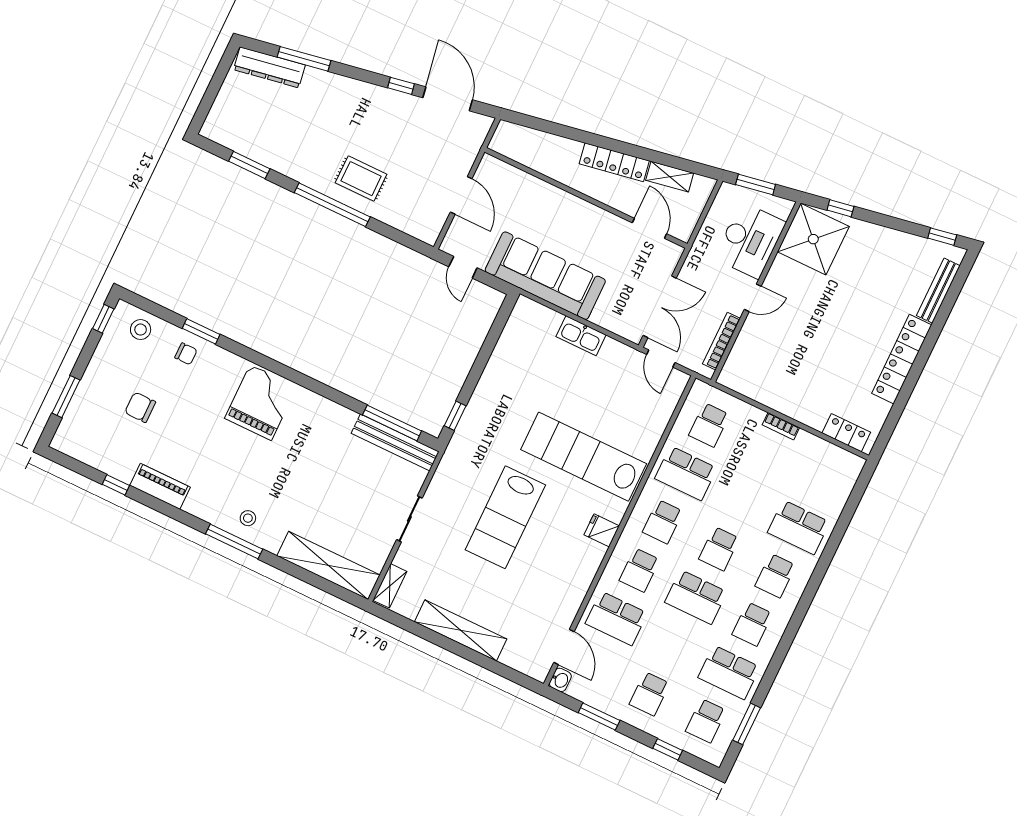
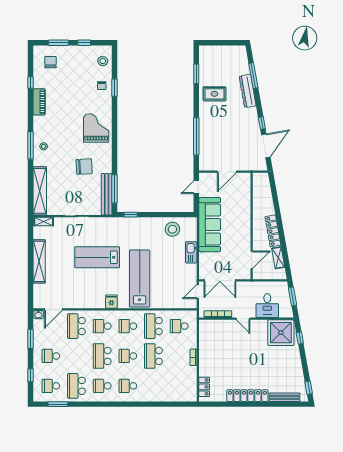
dresser: (269, 67) -> (248, 91), moved
rug: (361, 179) -> (214, 94), moved, turned 90
window: (332, 205) -> (196, 136), moved
desk: (750, 240) -> (267, 306), width x0.73
window: (103, 319) -> (84, 43), moved
stool: (520, 350) -> (172, 229), added
grand piano: (261, 402) -> (96, 128), turned -90
chair: (140, 407) -> (50, 62), moved
chair: (323, 460) -> (84, 167), added
school desk: (799, 527) -> (153, 356), moved

